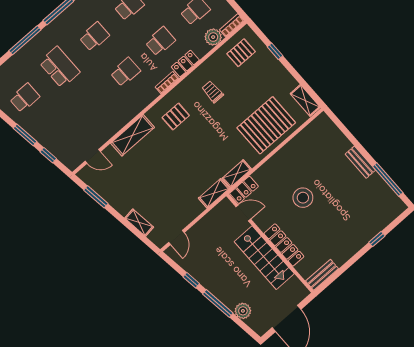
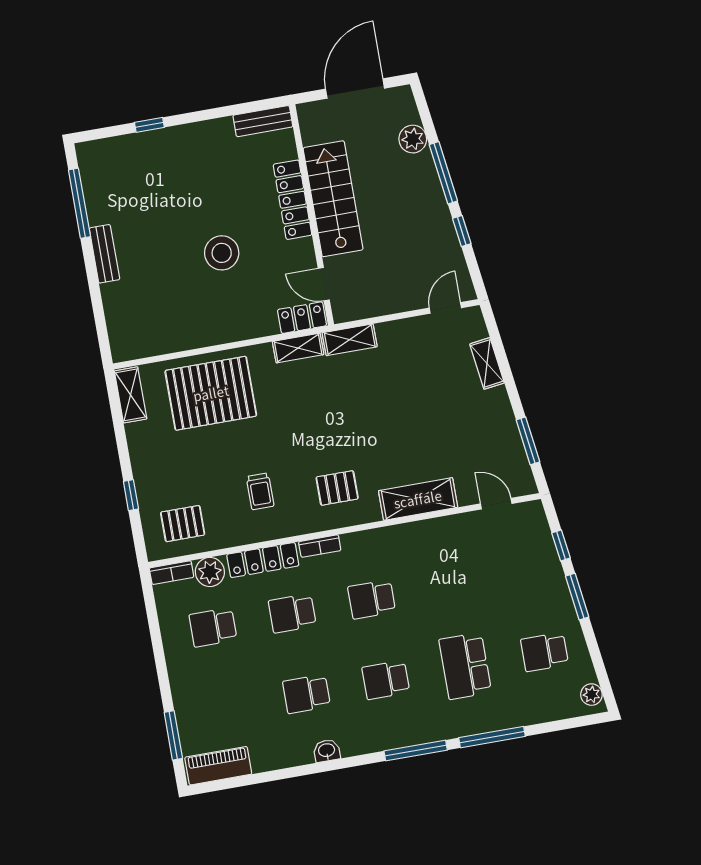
locker: (185, 63) -> (263, 560), width x1.53

